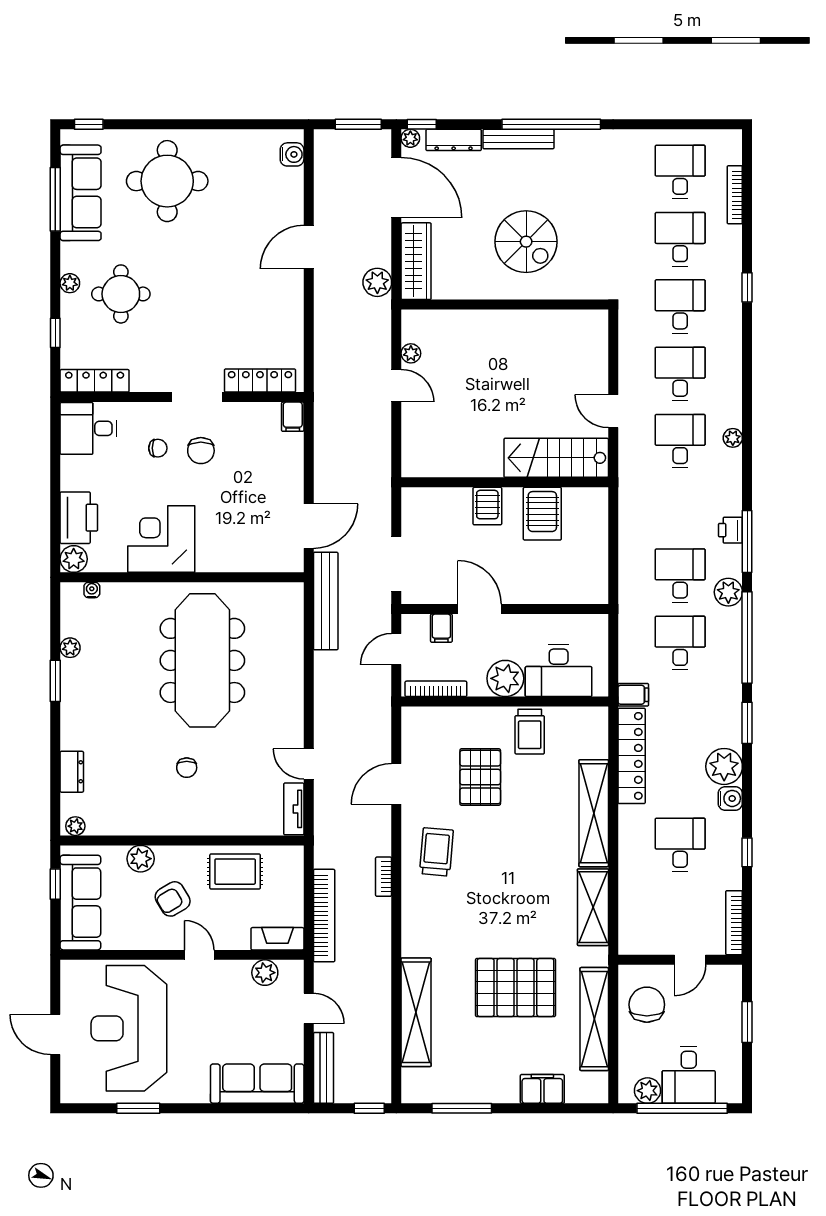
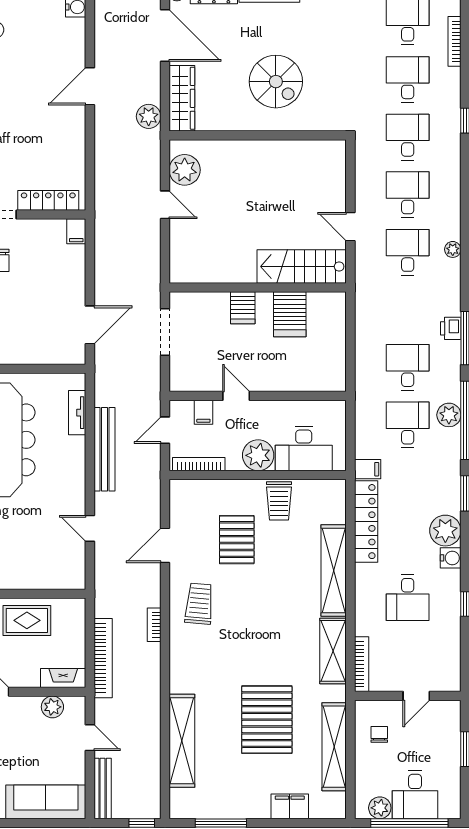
plant: (411, 353) -> (185, 170), width x1.87, depth x1.87
doorway: (396, 564) -> (165, 332), moved
plant: (728, 592) -> (449, 415), moved
bench: (326, 601) -> (104, 449), moved
door: (479, 609) -> (236, 396), width x0.73
tv unit: (294, 809) -> (77, 413), moved
desk: (680, 845) -> (408, 598), turned 180
bookcase: (734, 923) -> (362, 664), moved, turned 180
pallet: (515, 988) -> (267, 720), turned 90
chair: (647, 1005) -> (379, 734), width x0.54, depth x0.54

